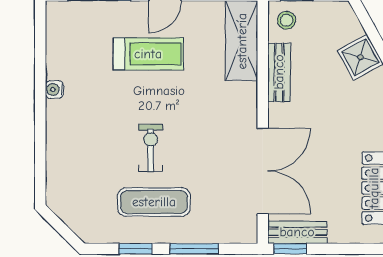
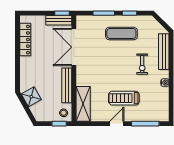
bench: (279, 72) -> (67, 85), width x1.36
exercise bike: (151, 148) -> (142, 64), moved
bench: (57, 161) -> (164, 52), added

